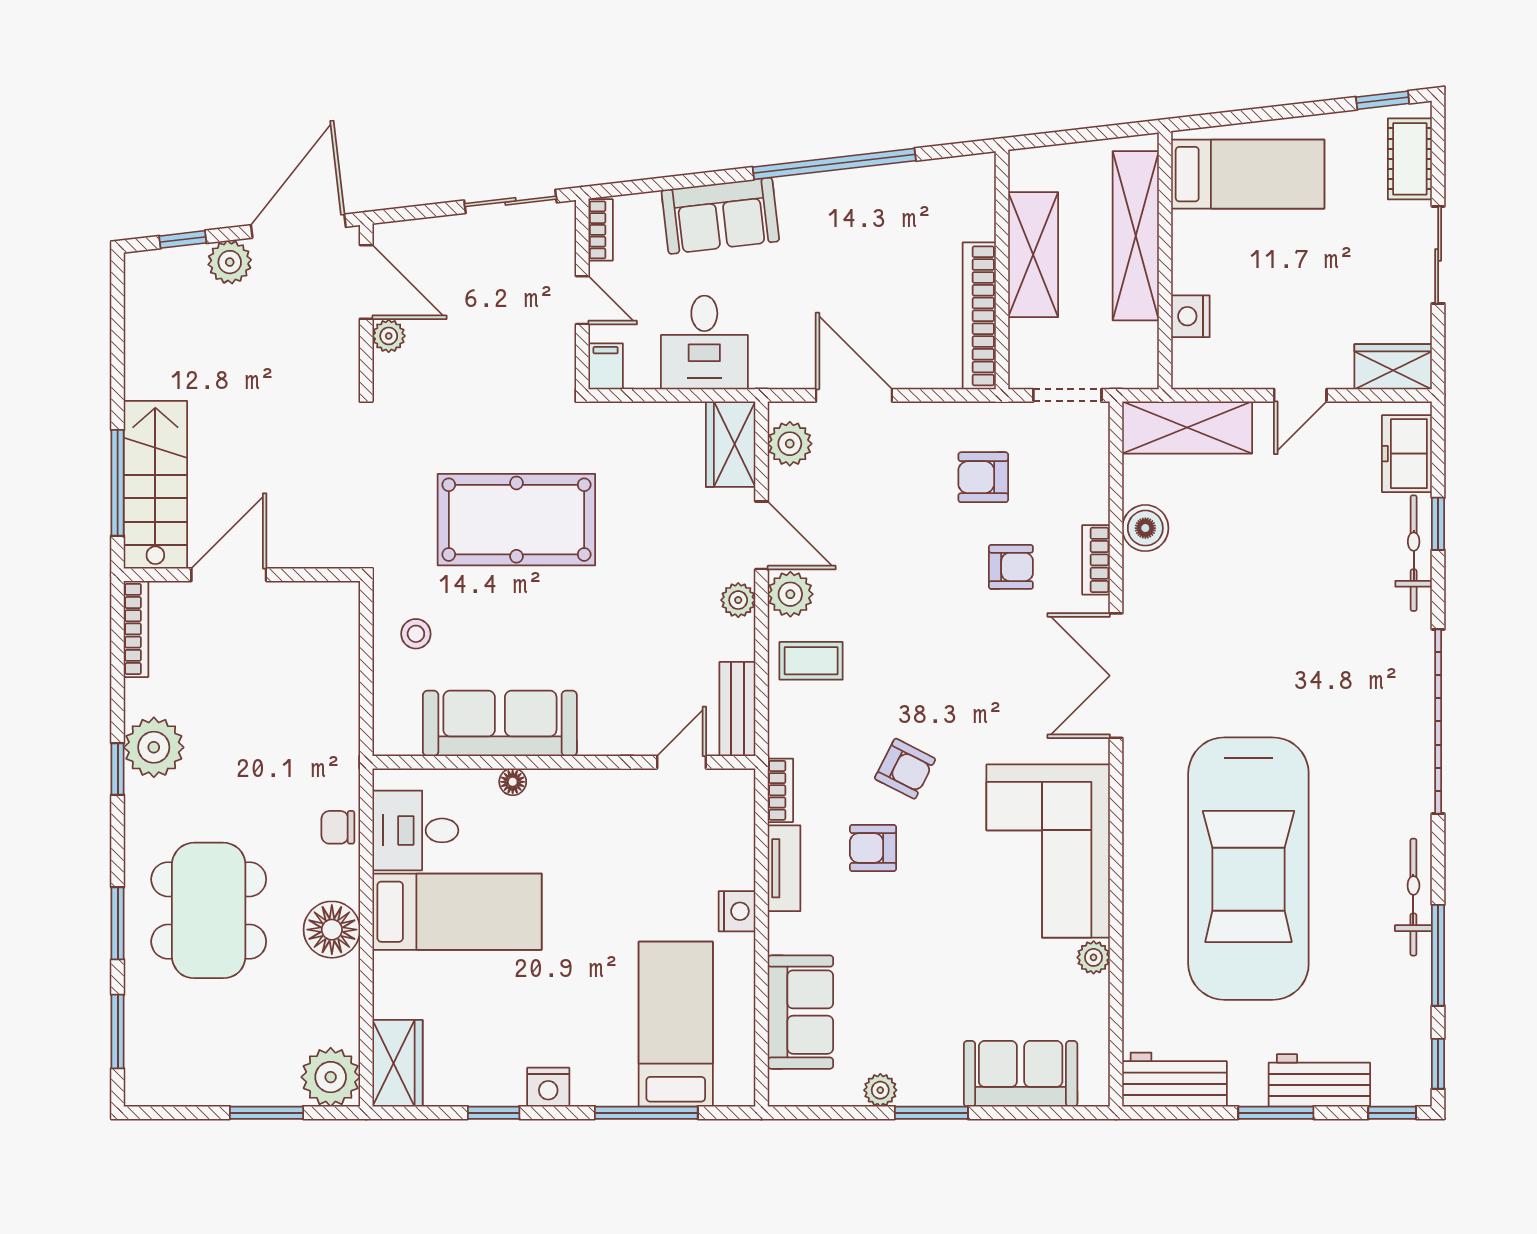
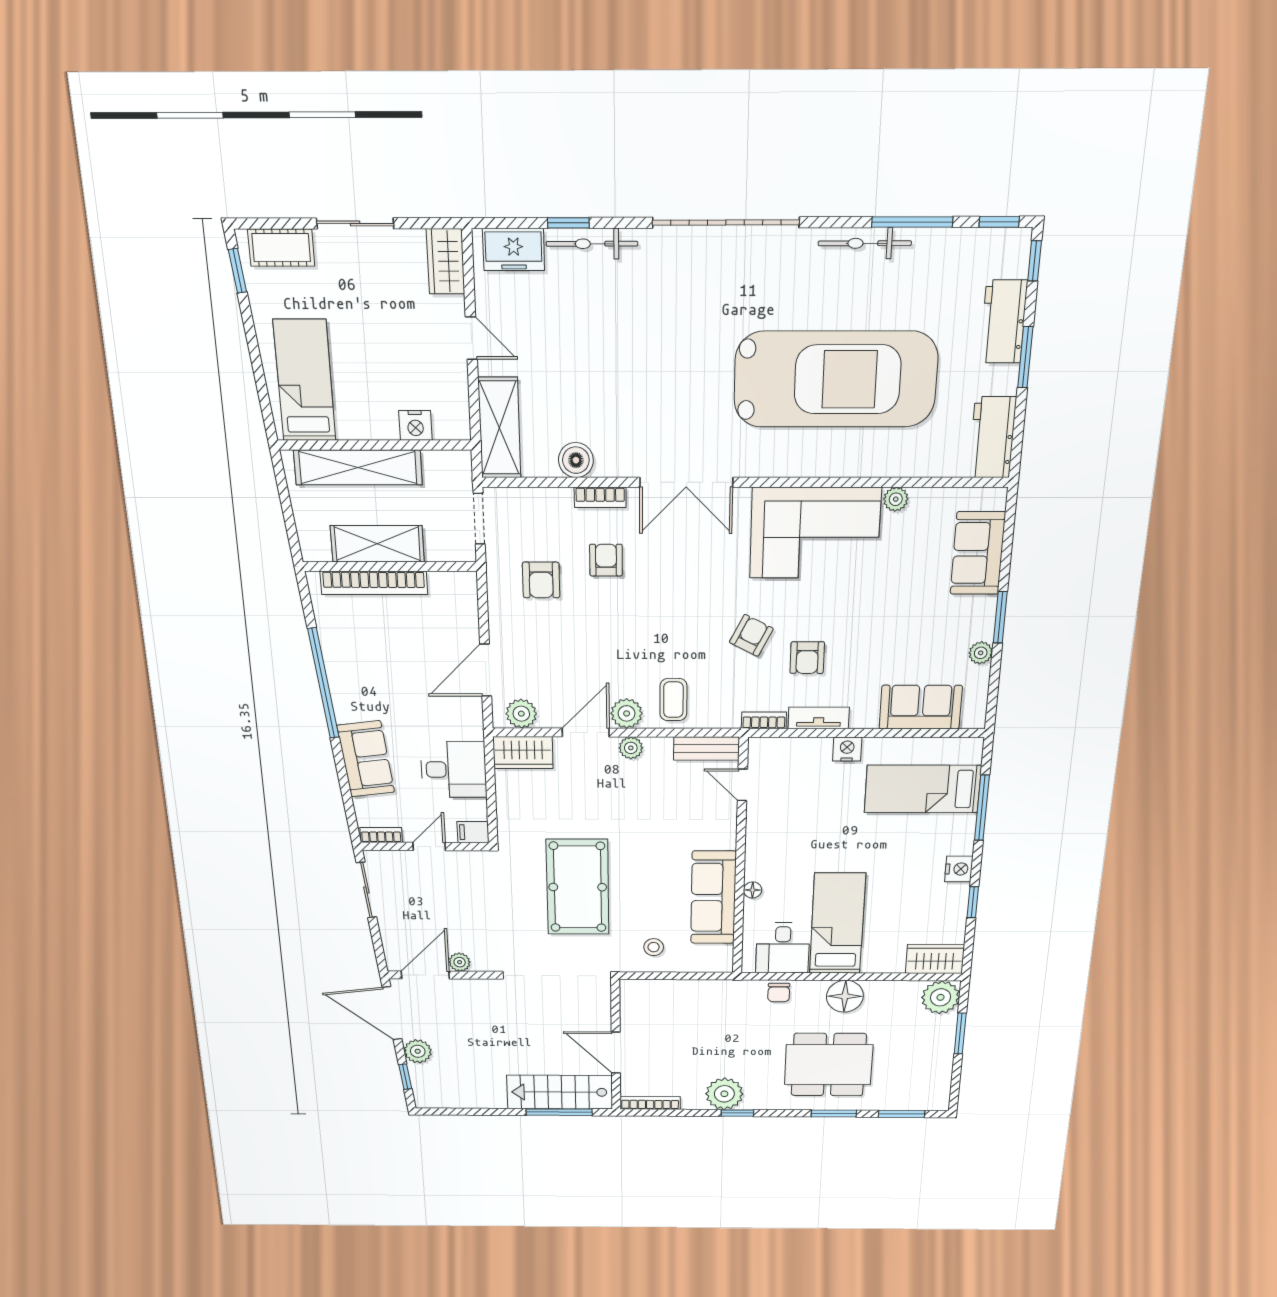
bookcase: (979, 316) -> (374, 583), moved

